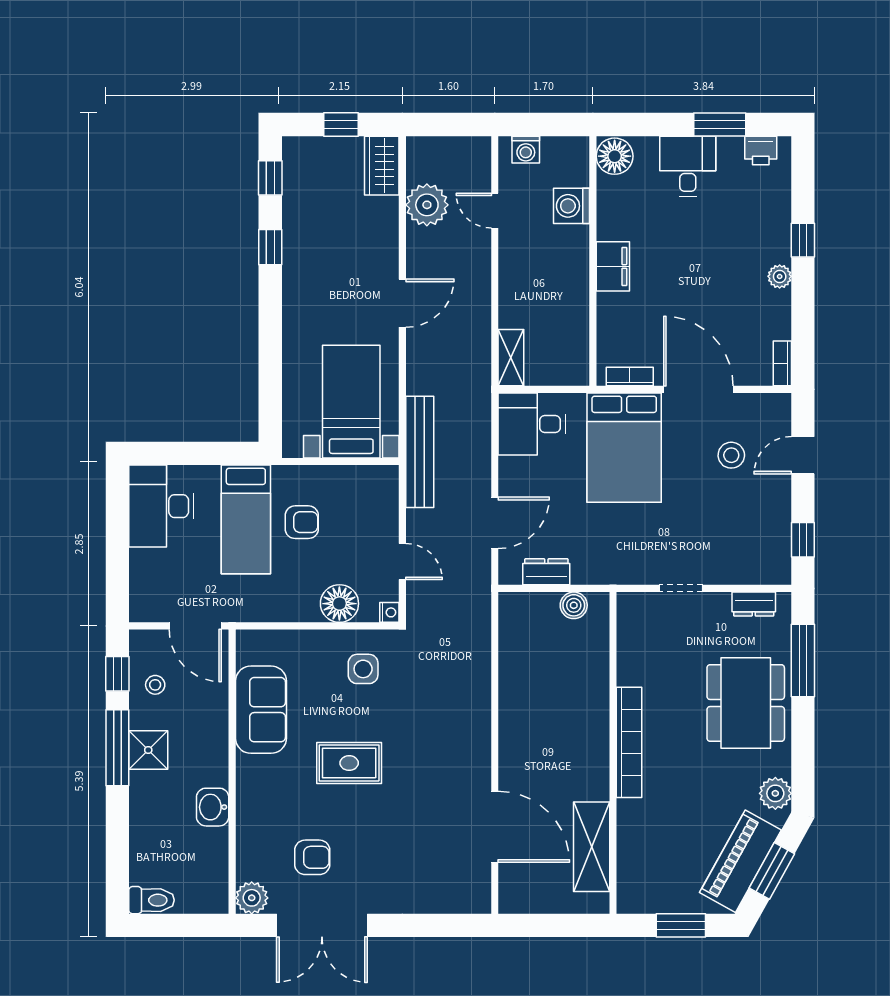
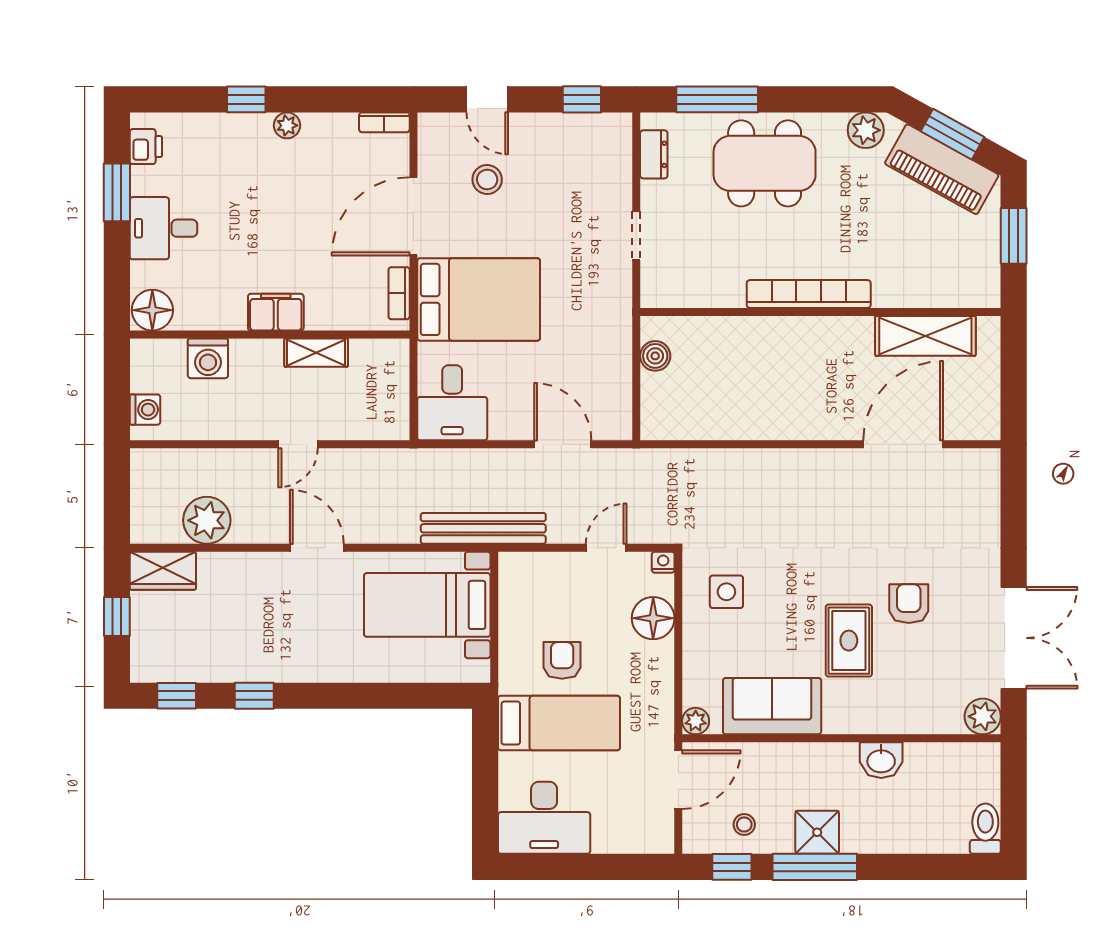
door: (495, 211) -> (298, 444), moved
shelving: (511, 358) -> (316, 353), moved
dresser: (546, 572) -> (618, 387), removed
plant: (248, 641) -> (696, 721), added
rug: (349, 763) -> (849, 641), moved
armchair: (312, 857) -> (909, 604), moved

